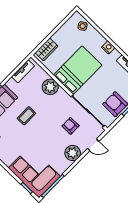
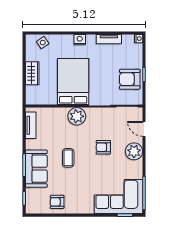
wardrobe: (47, 49) -> (32, 73), moved
plant: (50, 87) -> (77, 116), moved
armchair: (71, 126) -> (103, 147), moved
door: (93, 145) -> (144, 129), swing flipped

